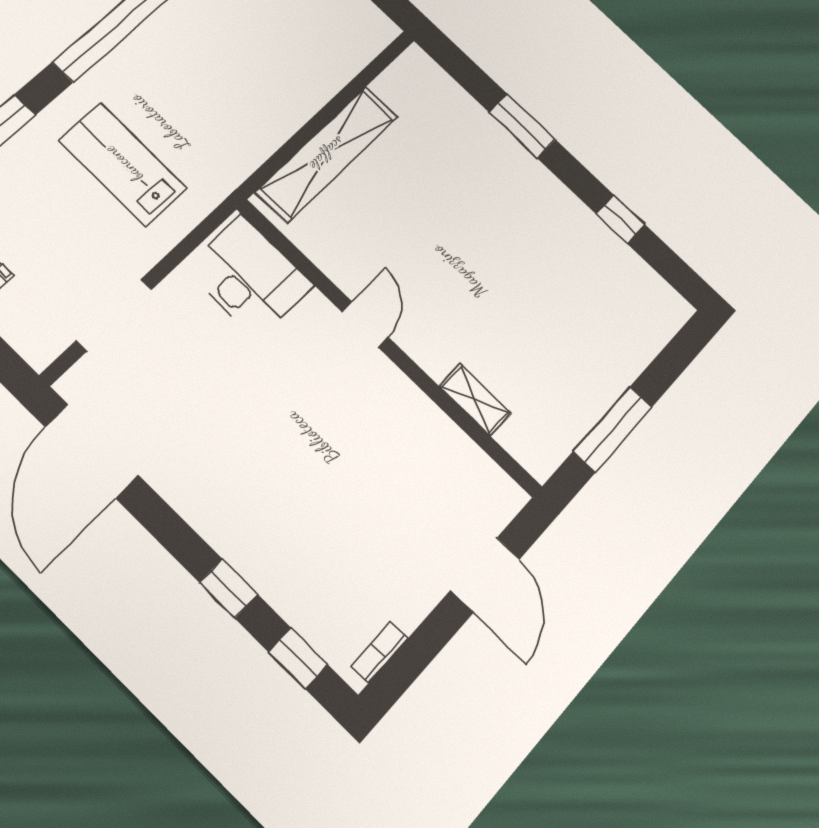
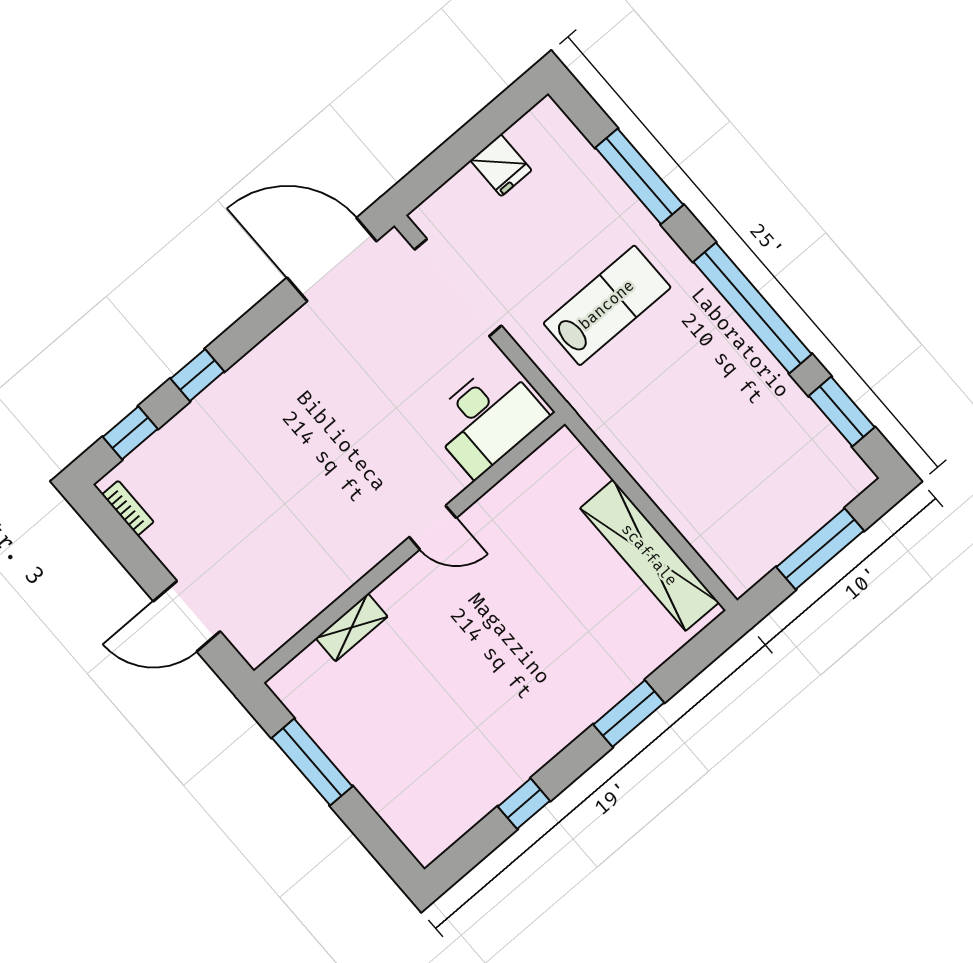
shelving: (327, 154) -> (649, 555), moved
doorway: (114, 315) -> (458, 288), width x1.36

